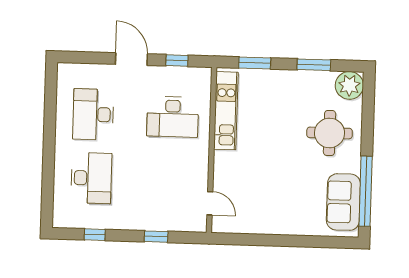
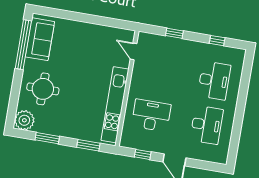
kitchen unit: (226, 111) -> (115, 105), width x1.36
desk: (91, 178) -> (214, 81), turned 180

